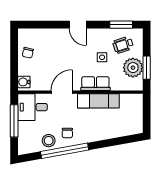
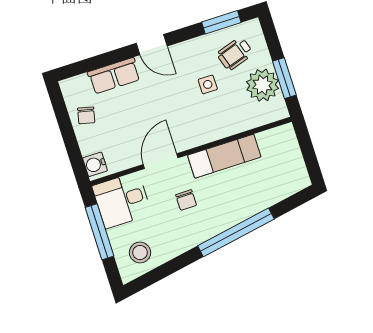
row of seats: (95, 84) -> (114, 76), moved, turned 180
chair: (67, 133) -> (186, 200), moved
stool: (49, 141) -> (140, 252), moved
window: (65, 151) -> (236, 232), moved

